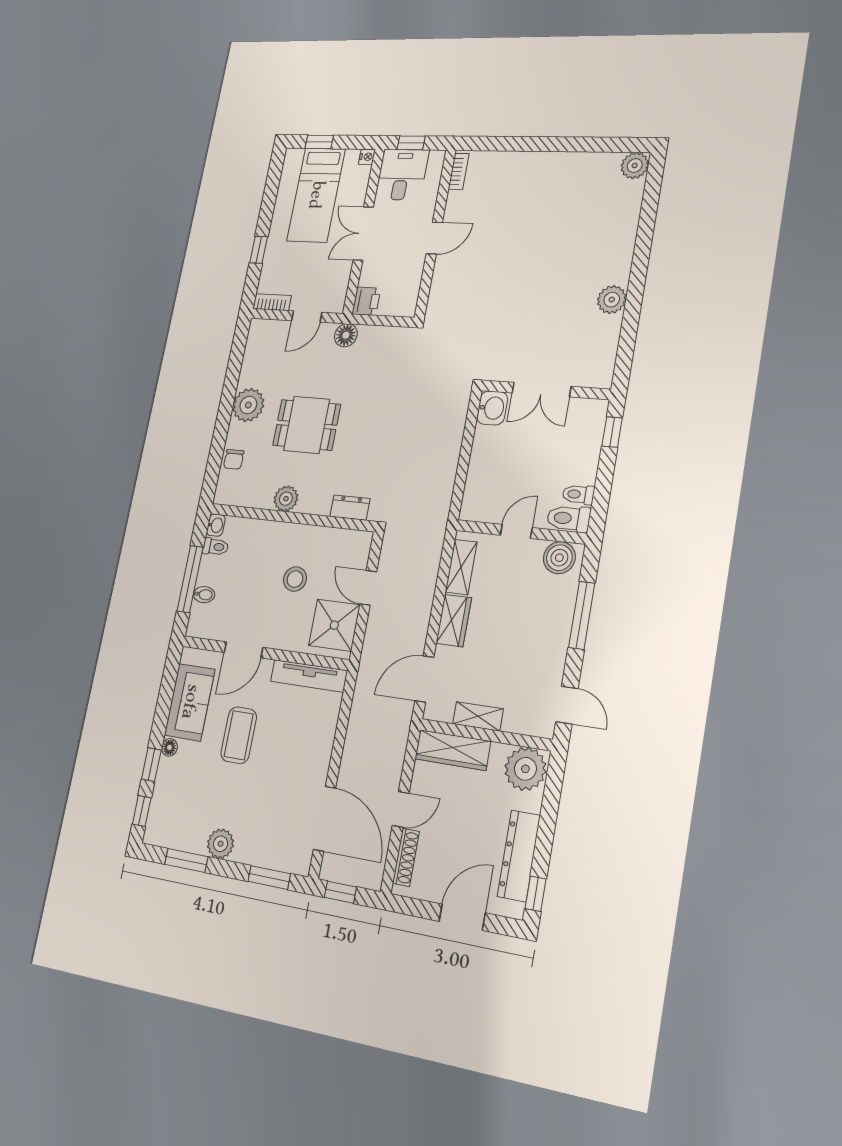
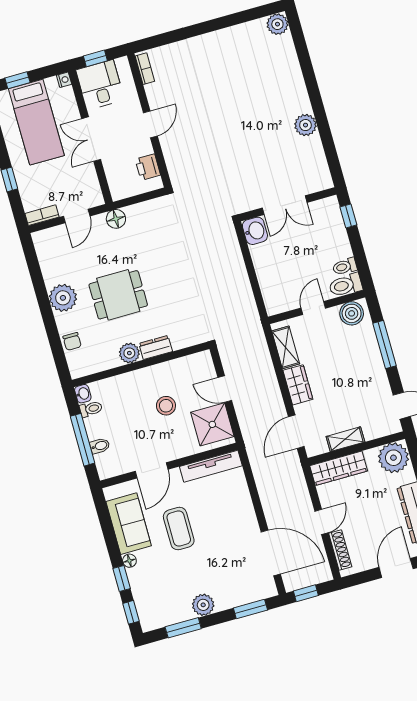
printer: (366, 301) -> (148, 167), moved, turned 180
dresser: (350, 508) -> (156, 347), moved

